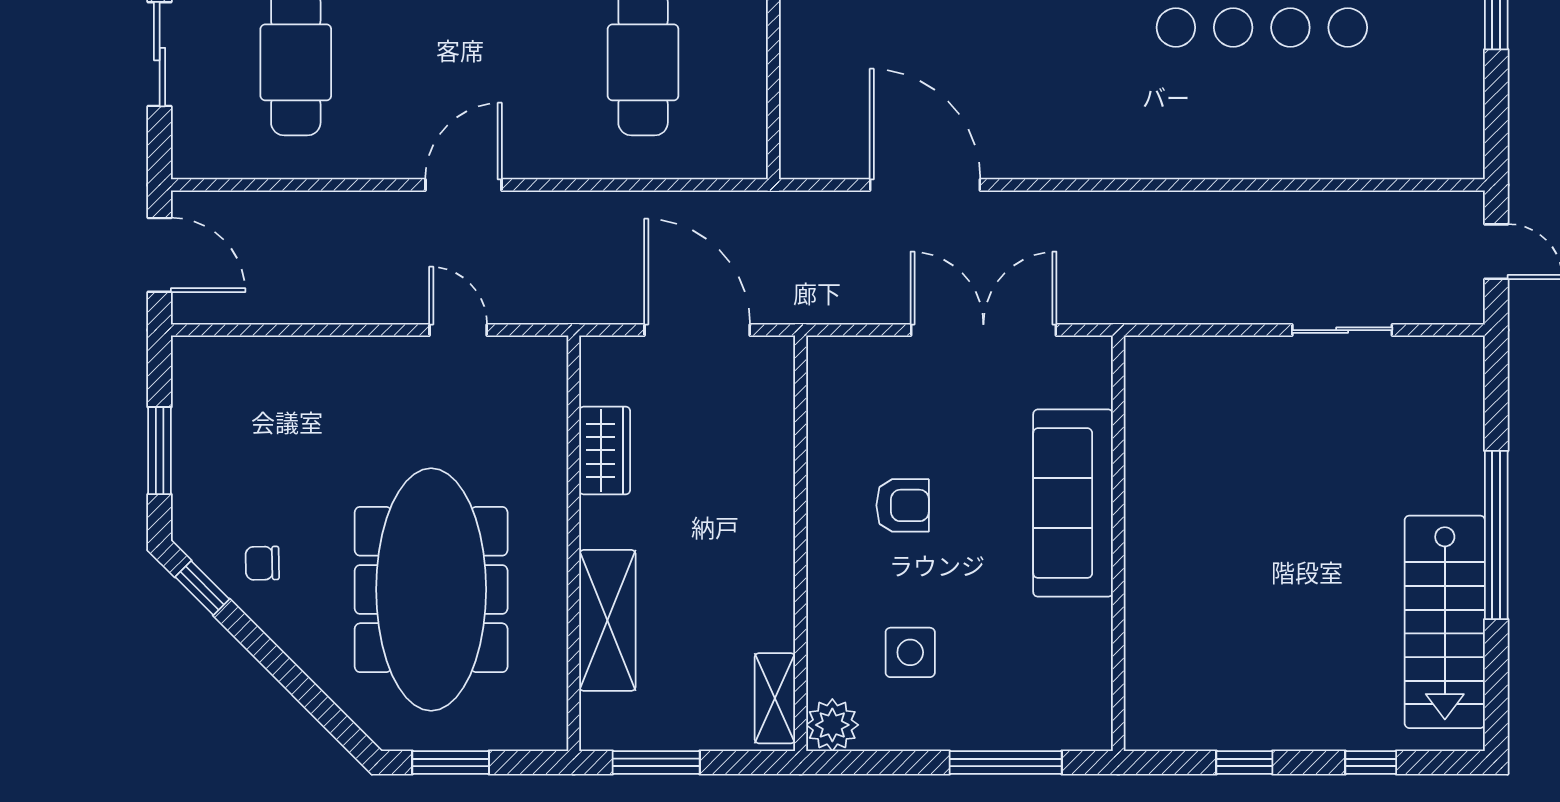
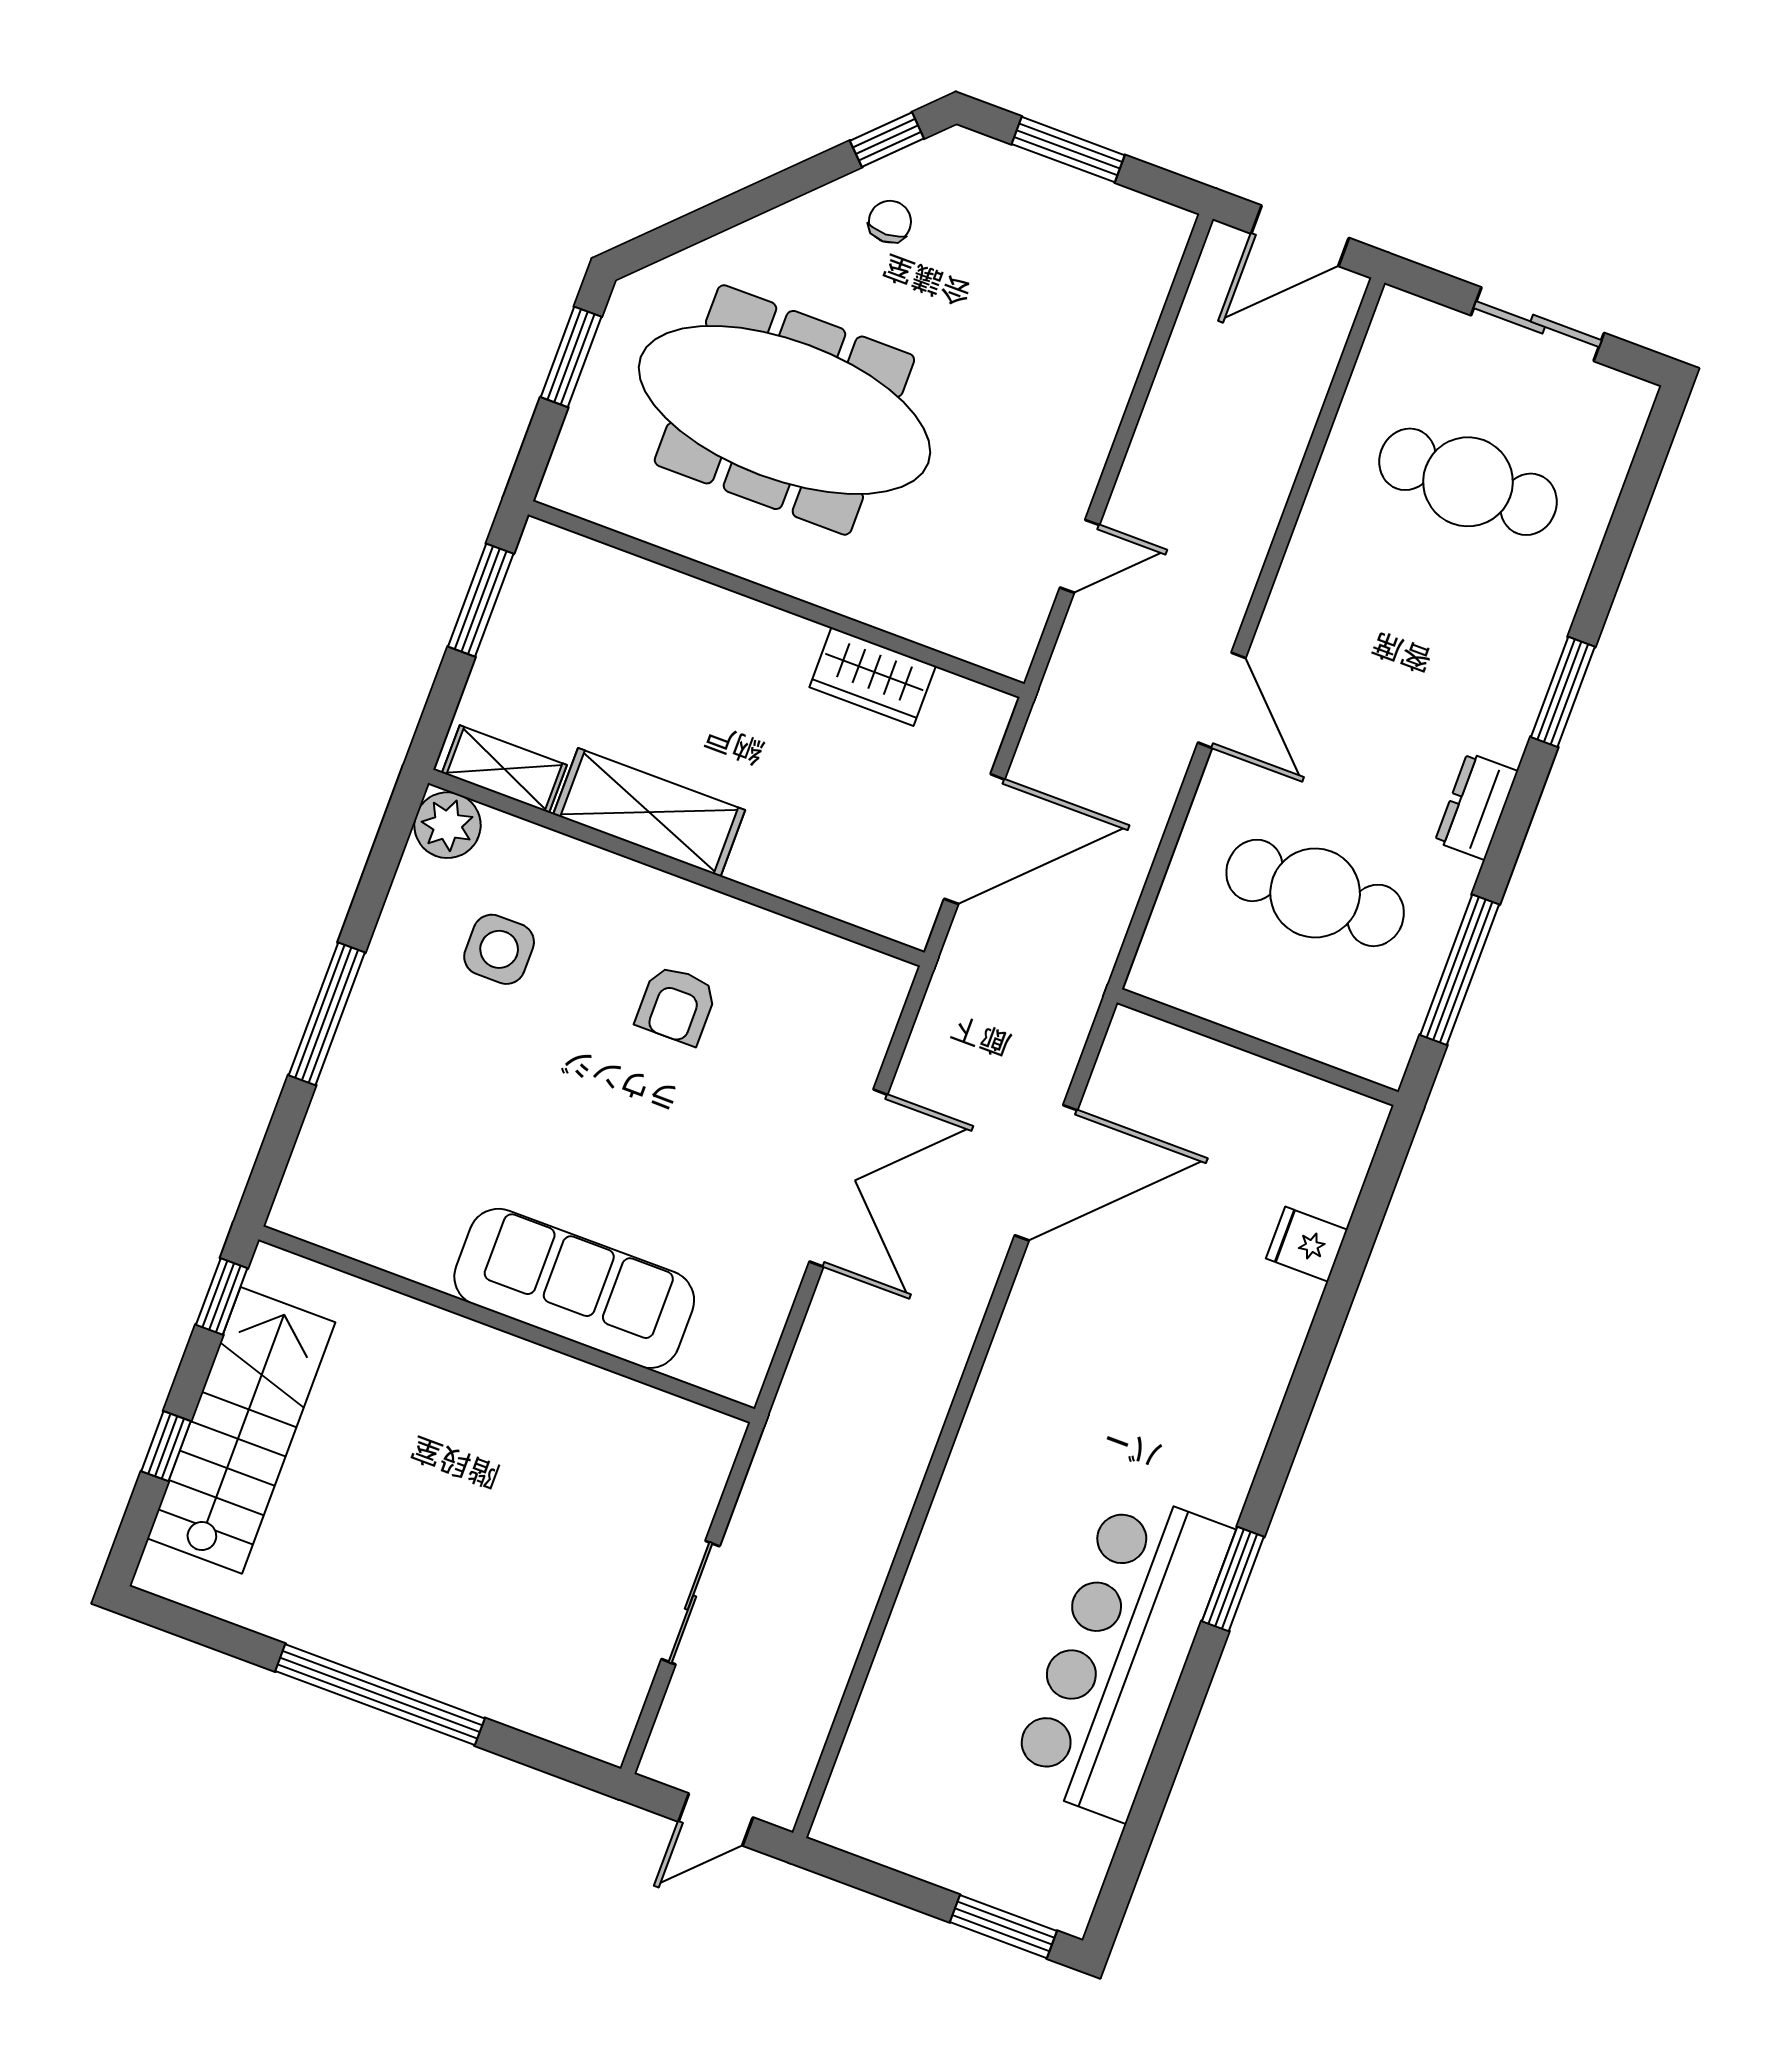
door: (463, 185) -> (1222, 700), moved
sofa: (1073, 503) -> (574, 1288), moved
wall: (1118, 543) -> (507, 1324), moved
shelving: (607, 620) -> (649, 812), moved
stairs: (1445, 622) -> (241, 1430), moved, turned 90

